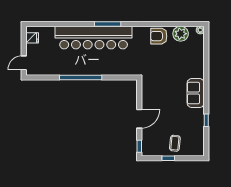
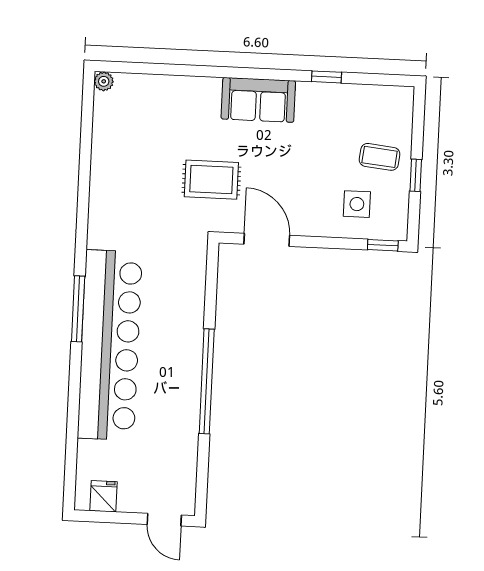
plant: (181, 34) -> (110, 130), removed
armchair: (159, 36) -> (114, 184), removed
rug: (163, 76) -> (211, 180), added
door: (139, 119) -> (267, 240), moved
side table: (155, 135) -> (357, 204), added

